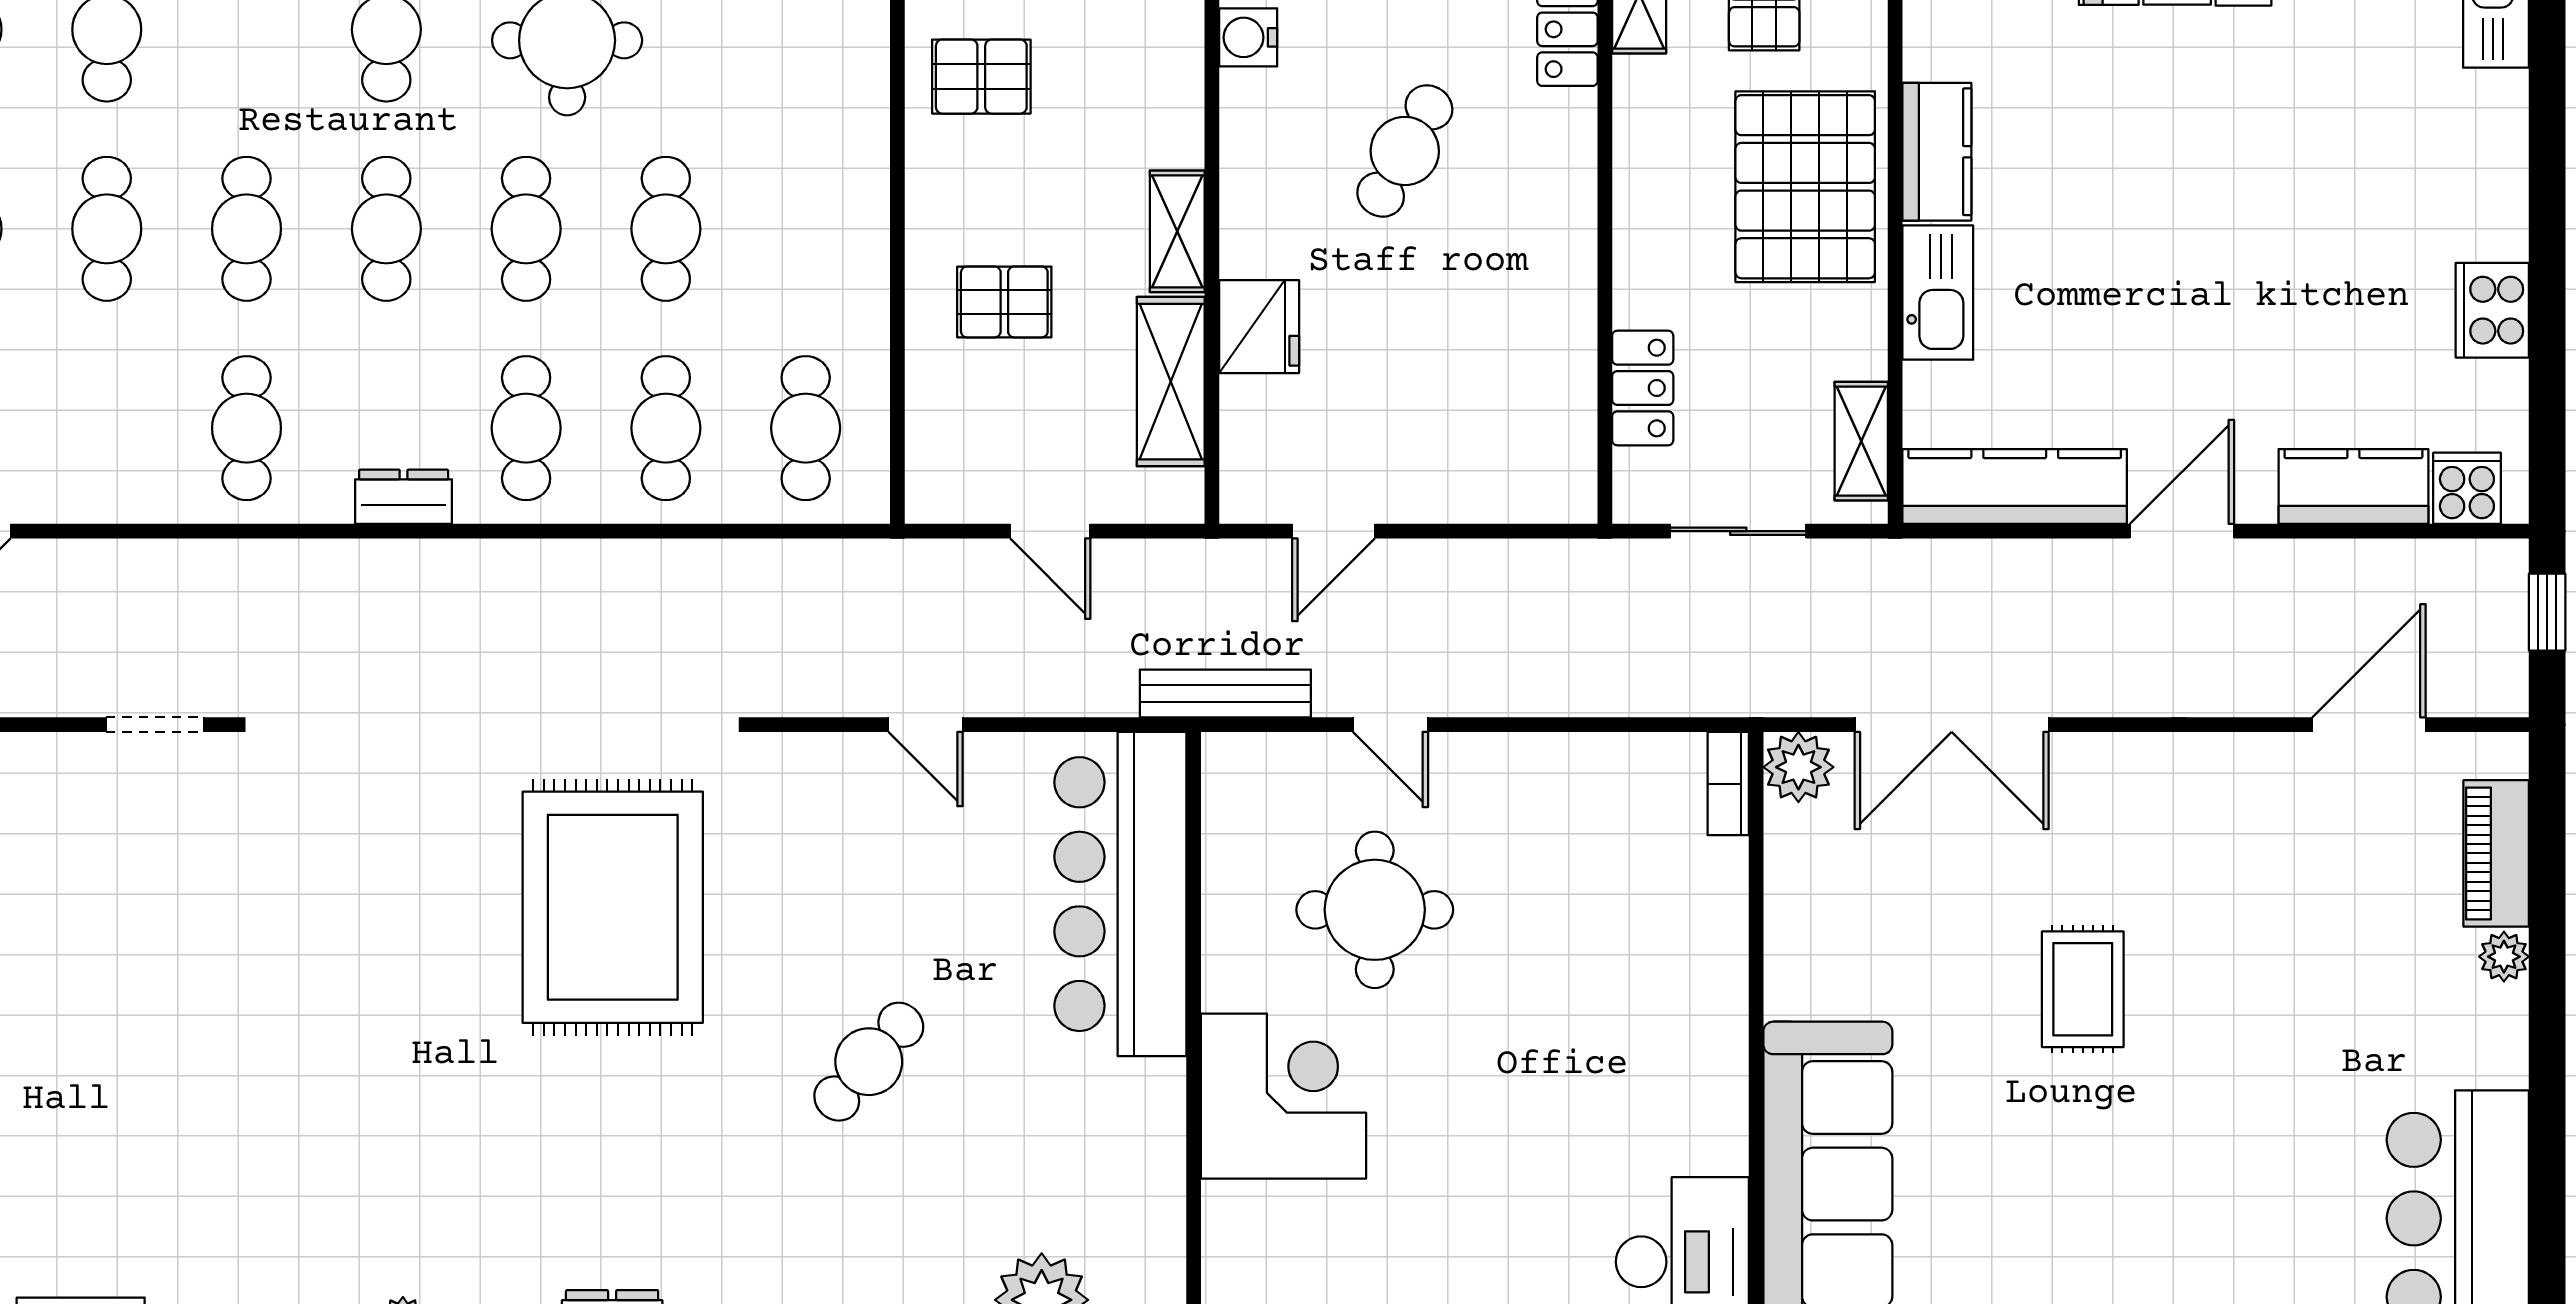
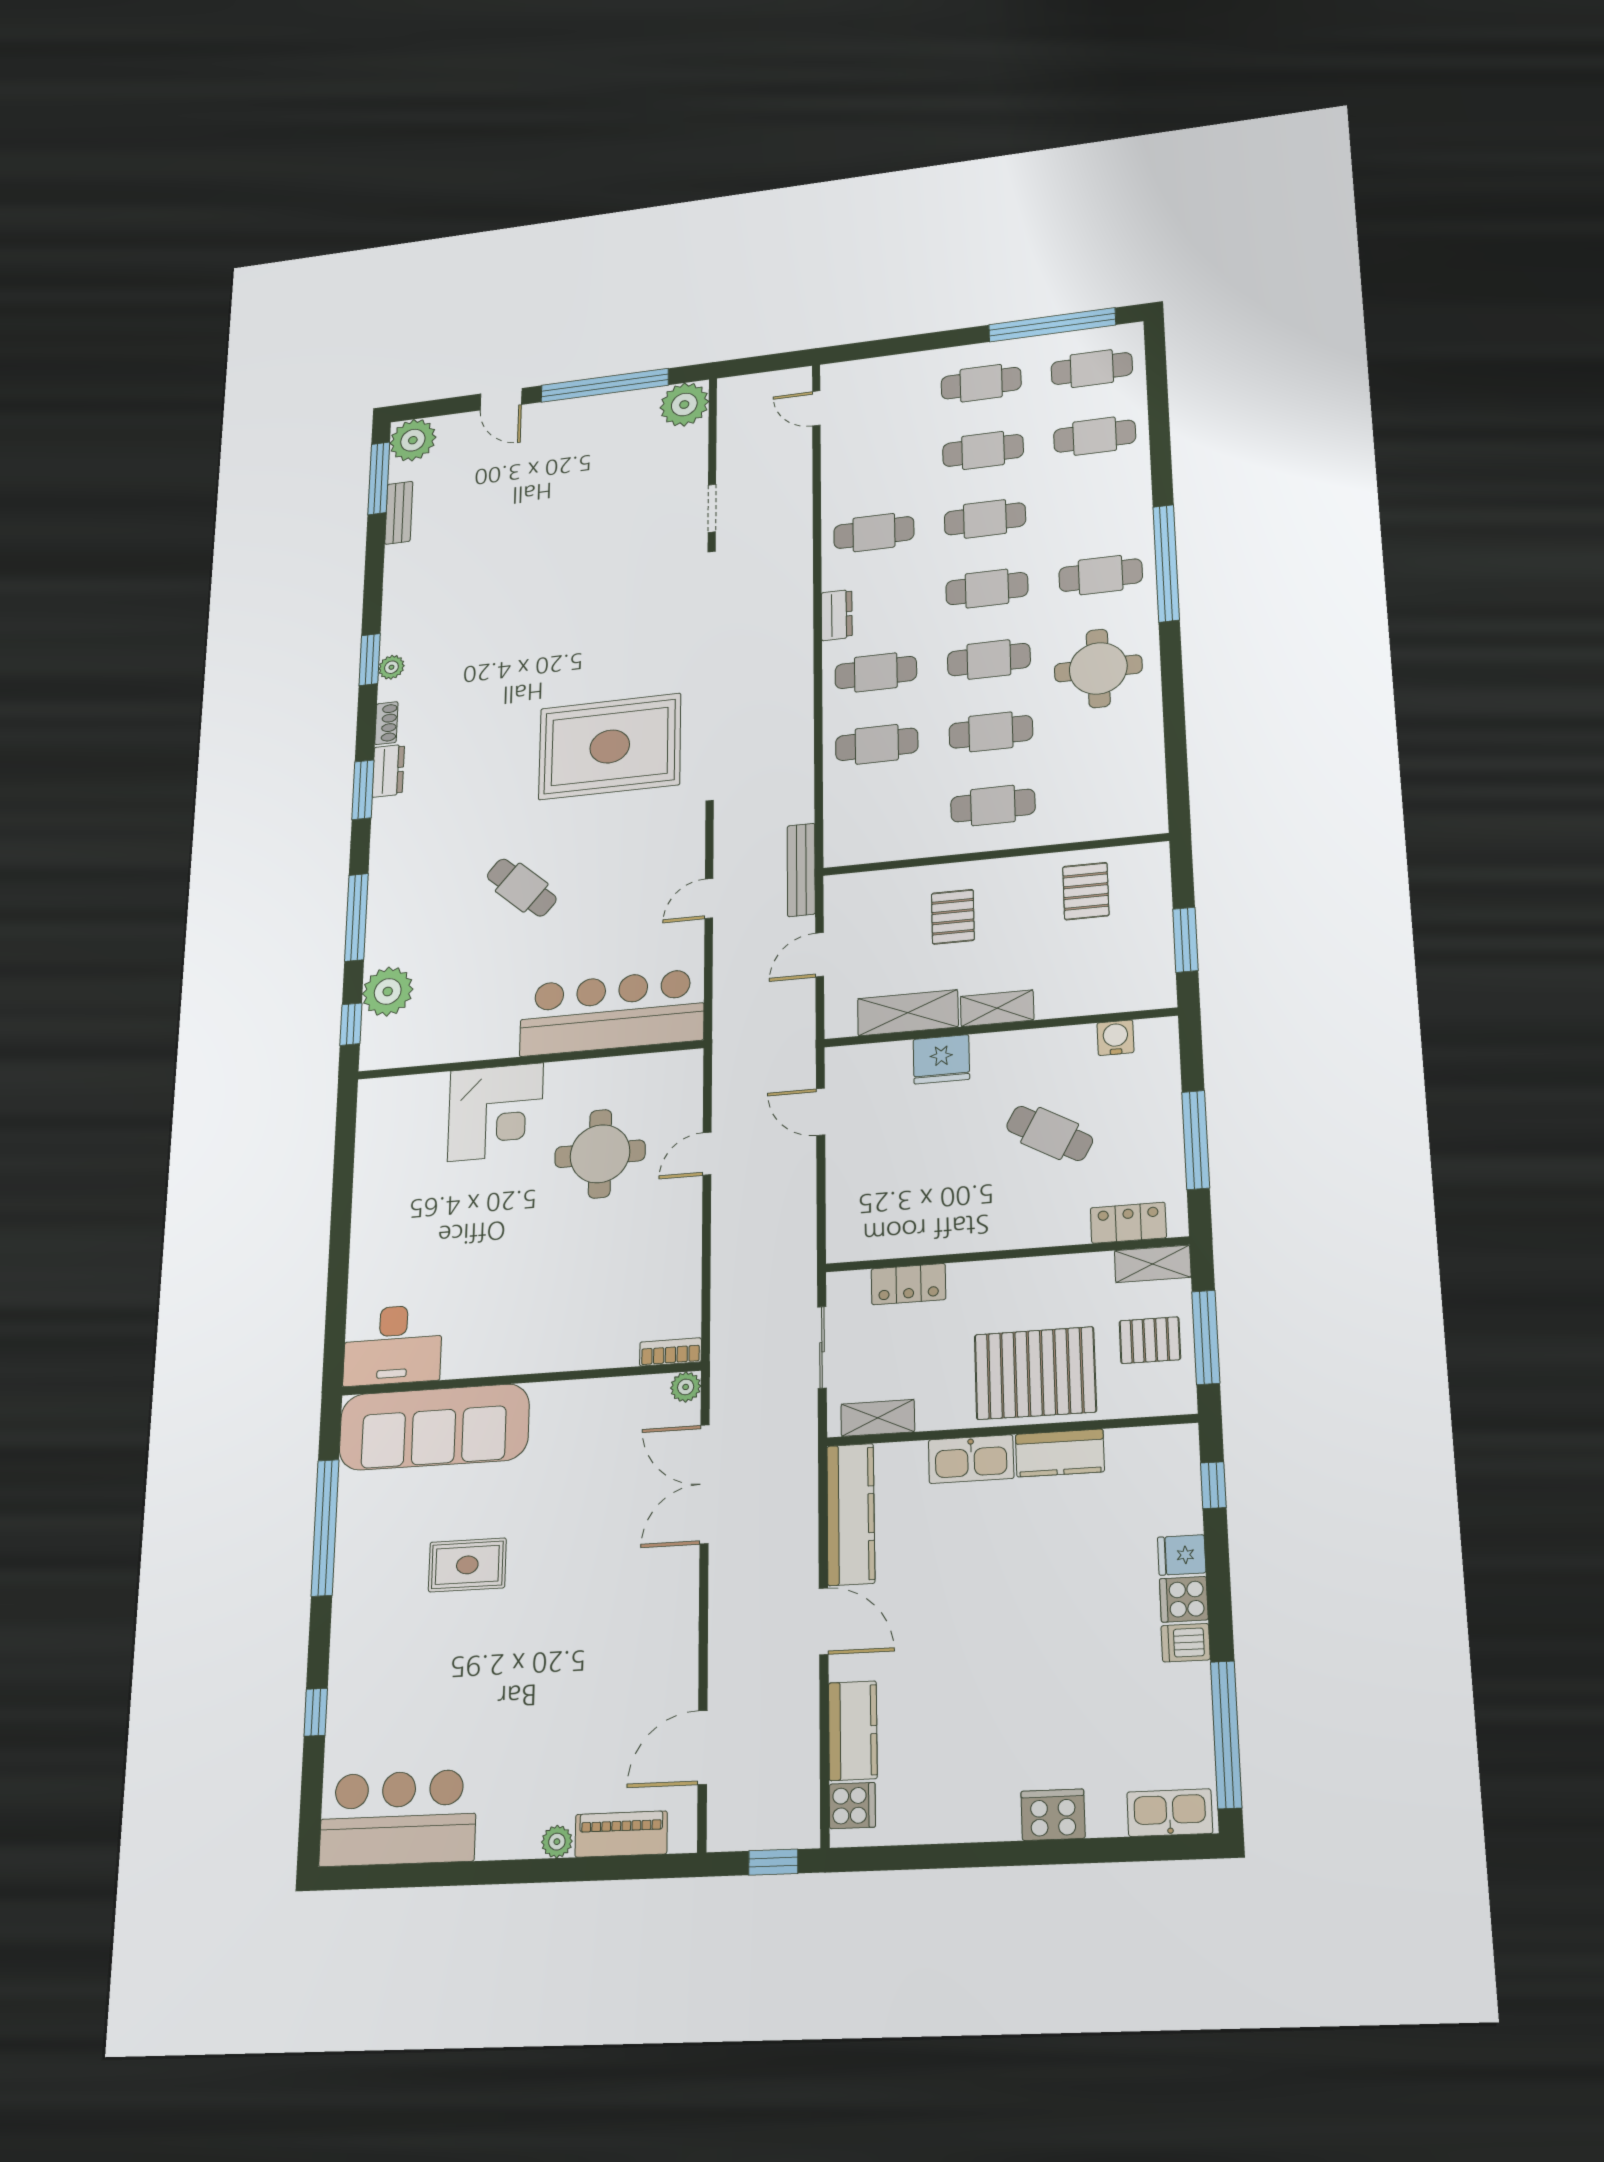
cooker: (2492, 310) -> (1053, 1815), moved
cafe table: (806, 428) -> (993, 805), moved
bench: (1225, 694) -> (801, 870), moved
door: (2369, 725) -> (703, 1747), swing flipped
plant: (1798, 767) -> (686, 1387), width x0.73, depth x0.73
rug: (2083, 989) -> (467, 1565), moved

